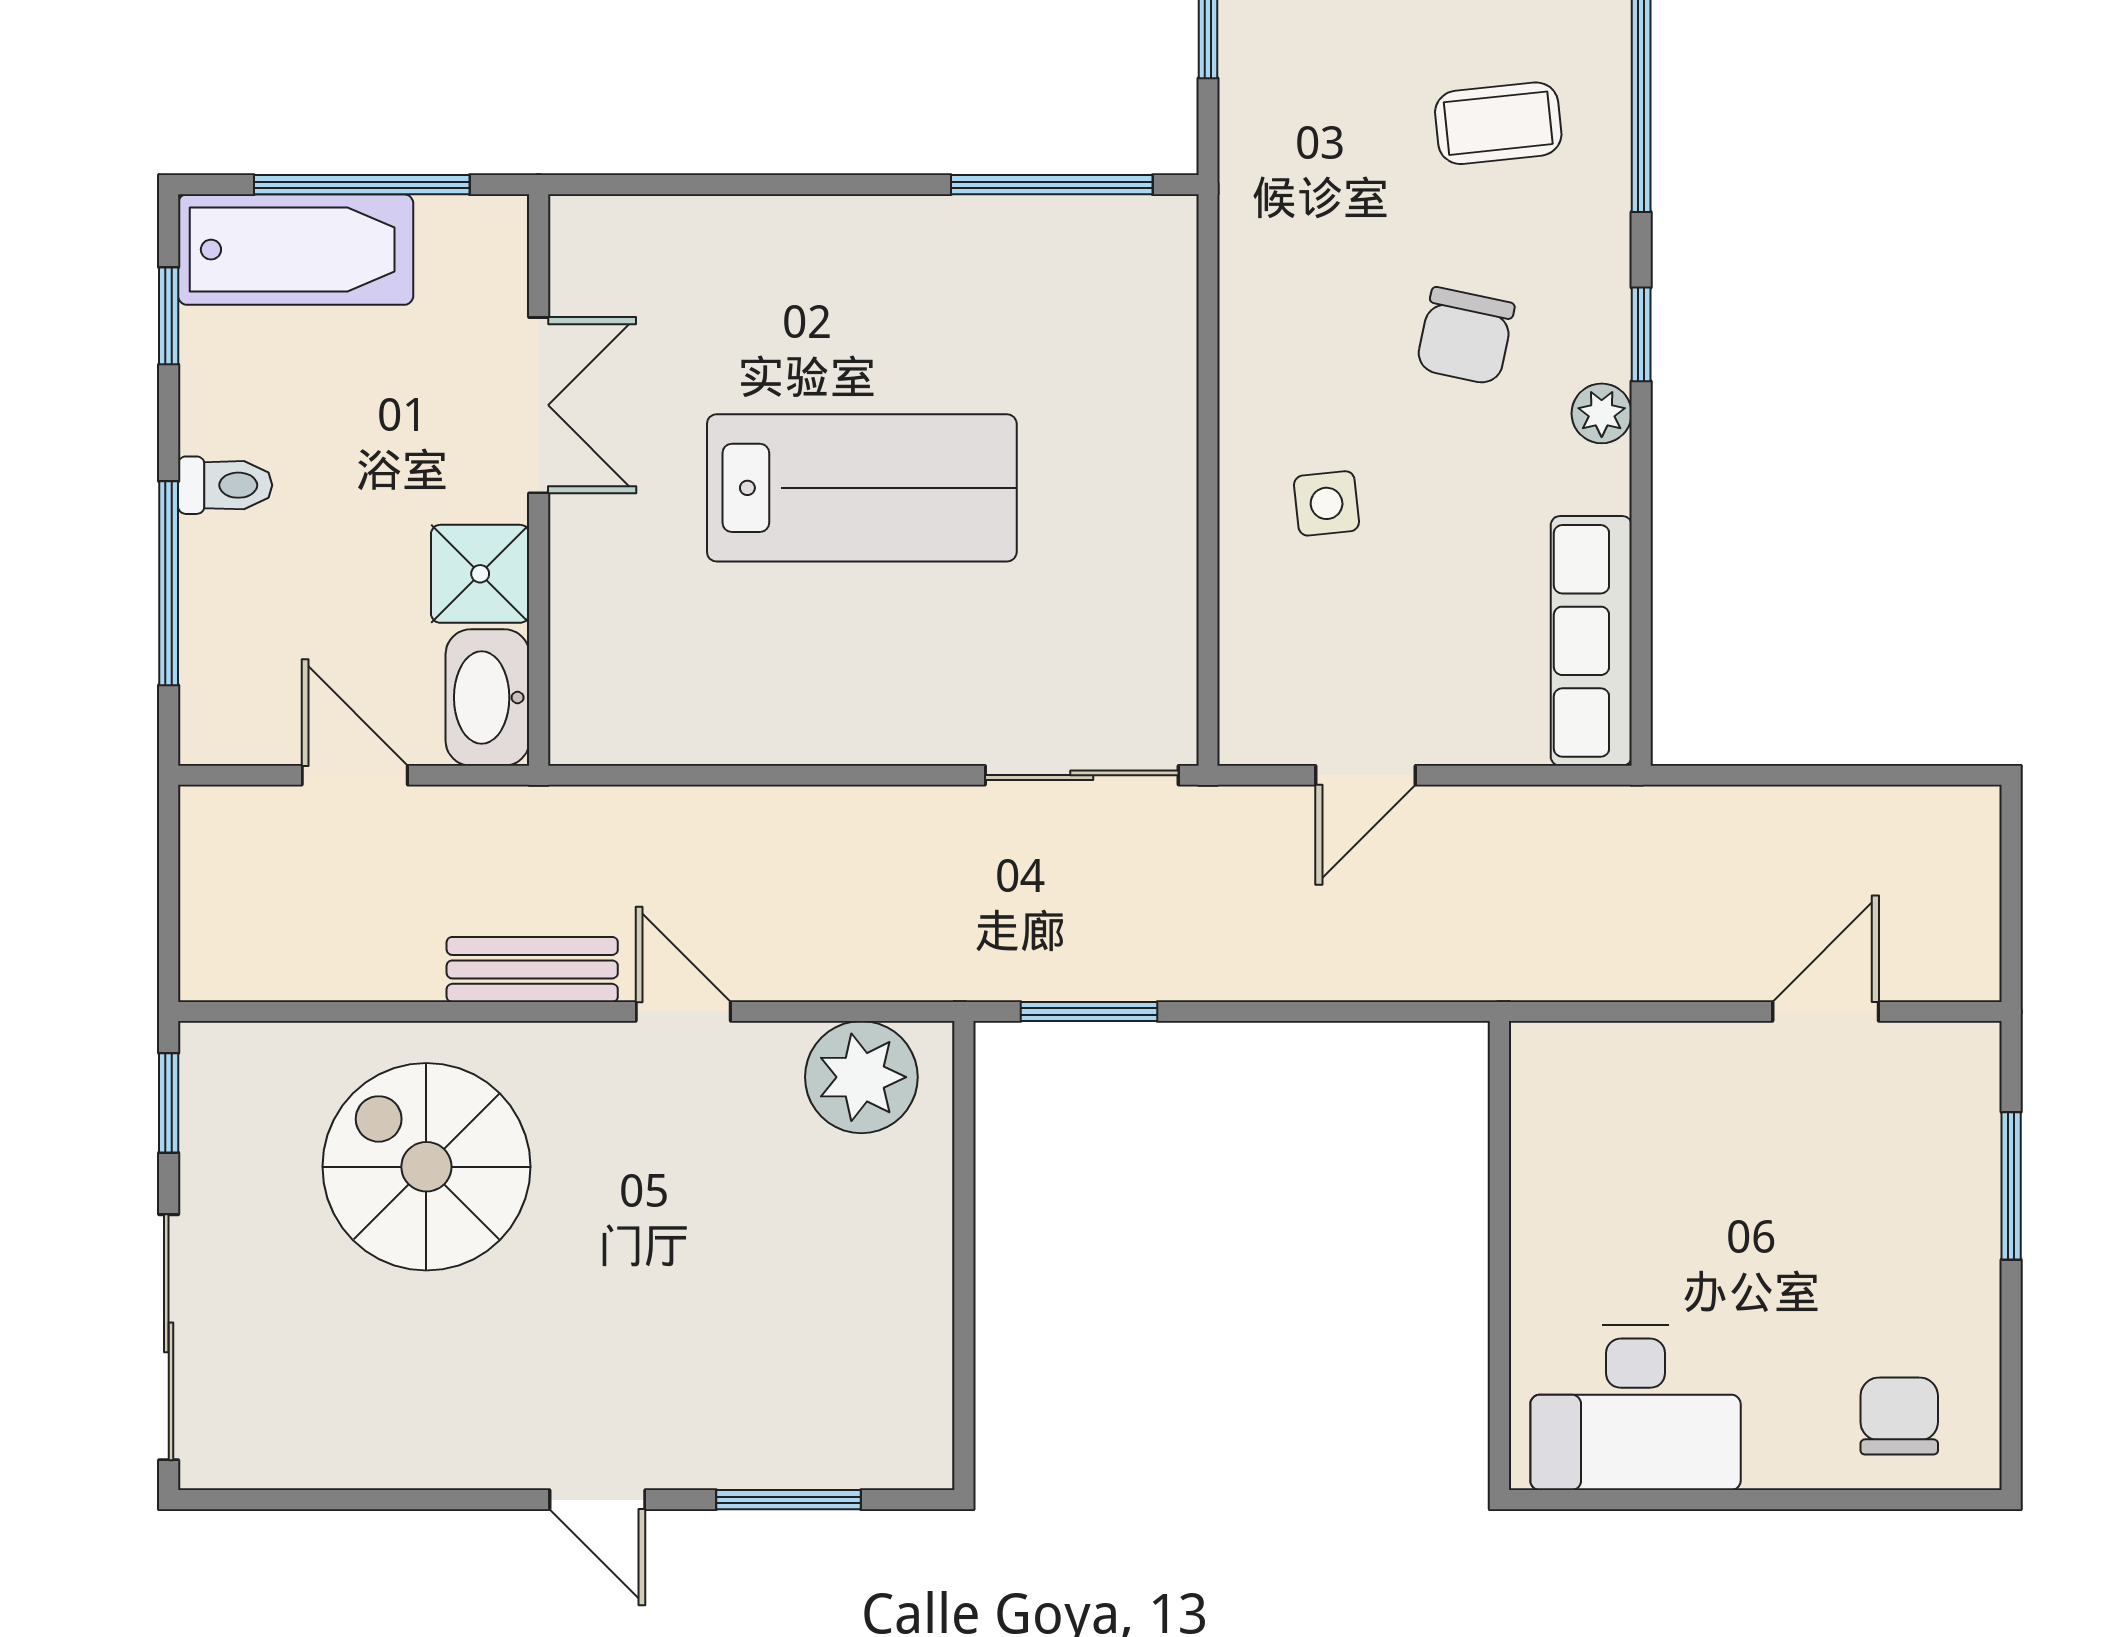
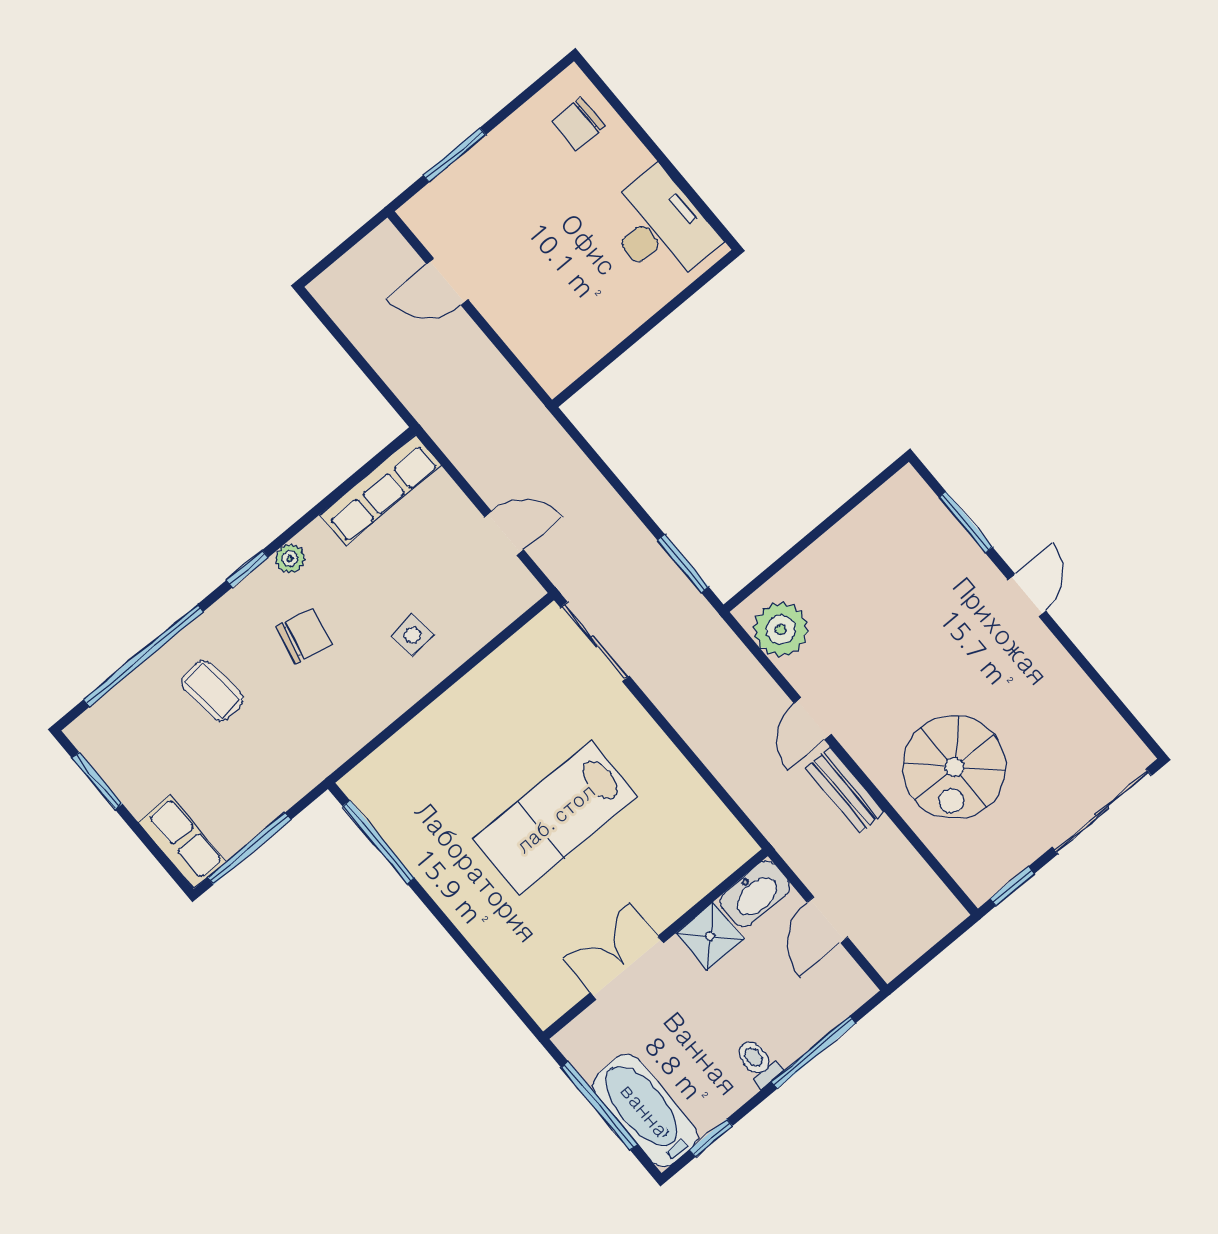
lab bench: (862, 488) -> (555, 818), turned -90

